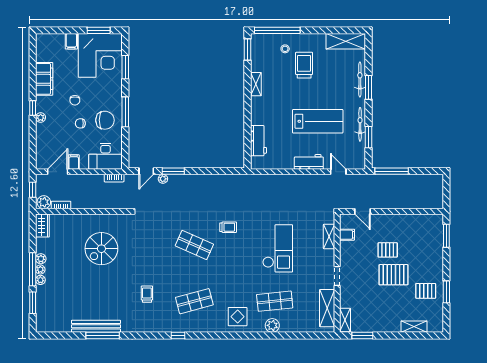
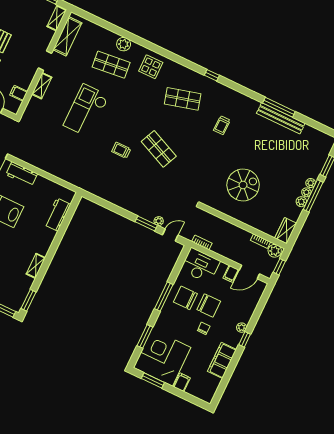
chair: (80, 123) -> (209, 305), width x1.87, depth x1.87
shelving: (329, 237) -> (42, 86), moved

